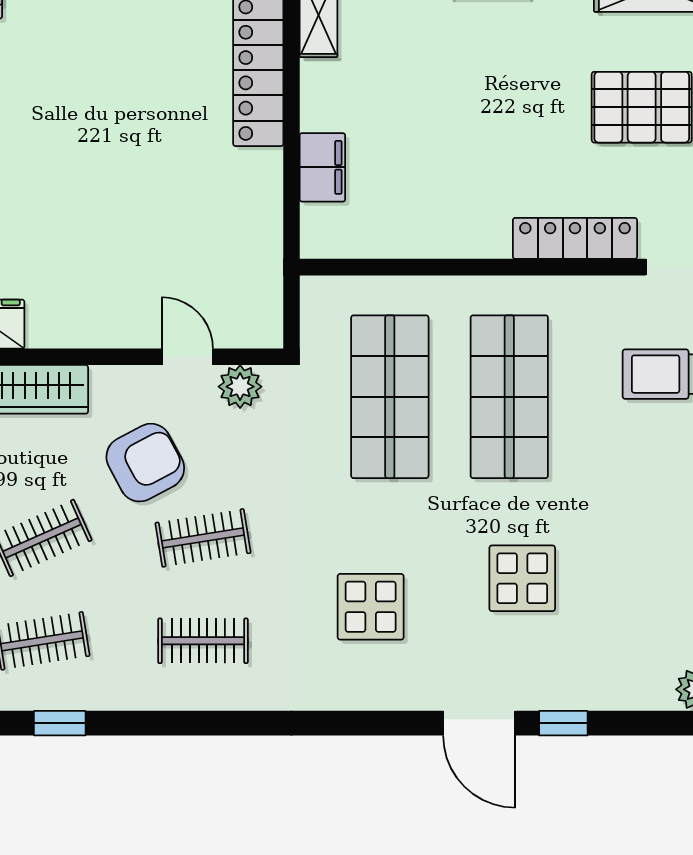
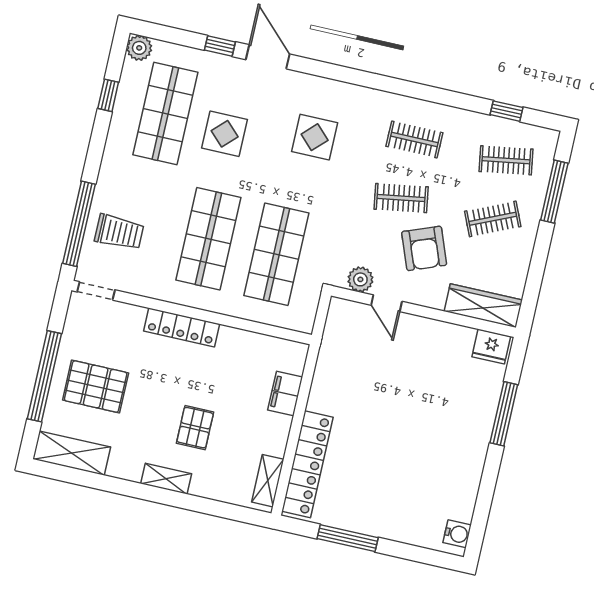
pallet: (460, 76) -> (195, 428), added
locker: (575, 238) -> (182, 327), moved
armchair: (145, 463) -> (424, 248), turned -83
shop shelf: (629, 590) -> (165, 114), added

